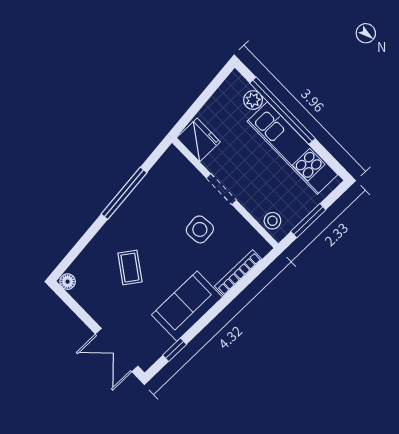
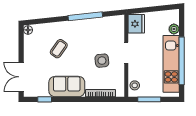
window: (282, 111) -> (182, 61), moved

